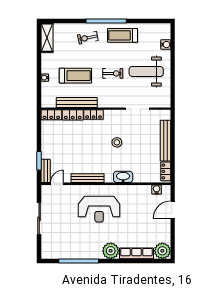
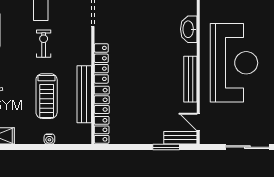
treadmill: (75, 76) -> (47, 96), turned 180
locker: (94, 115) -> (101, 63), width x1.53
stool: (117, 142) -> (140, 38), removed
reception desk: (99, 209) -> (234, 63), width x1.36, depth x1.30

